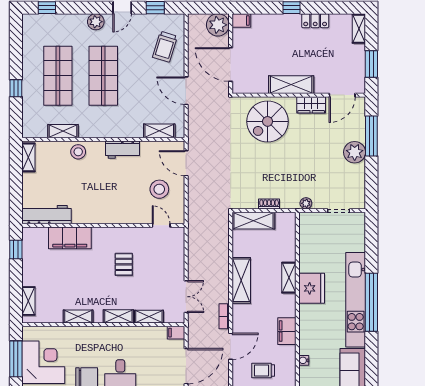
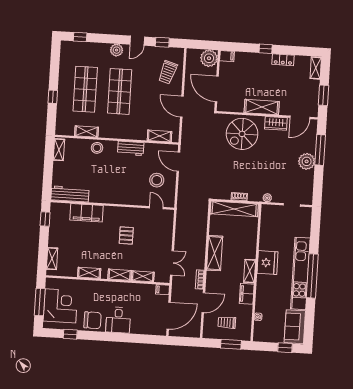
shelving: (253, 221) -> (234, 209), width x1.47
shelving: (289, 278) -> (250, 271), moved

